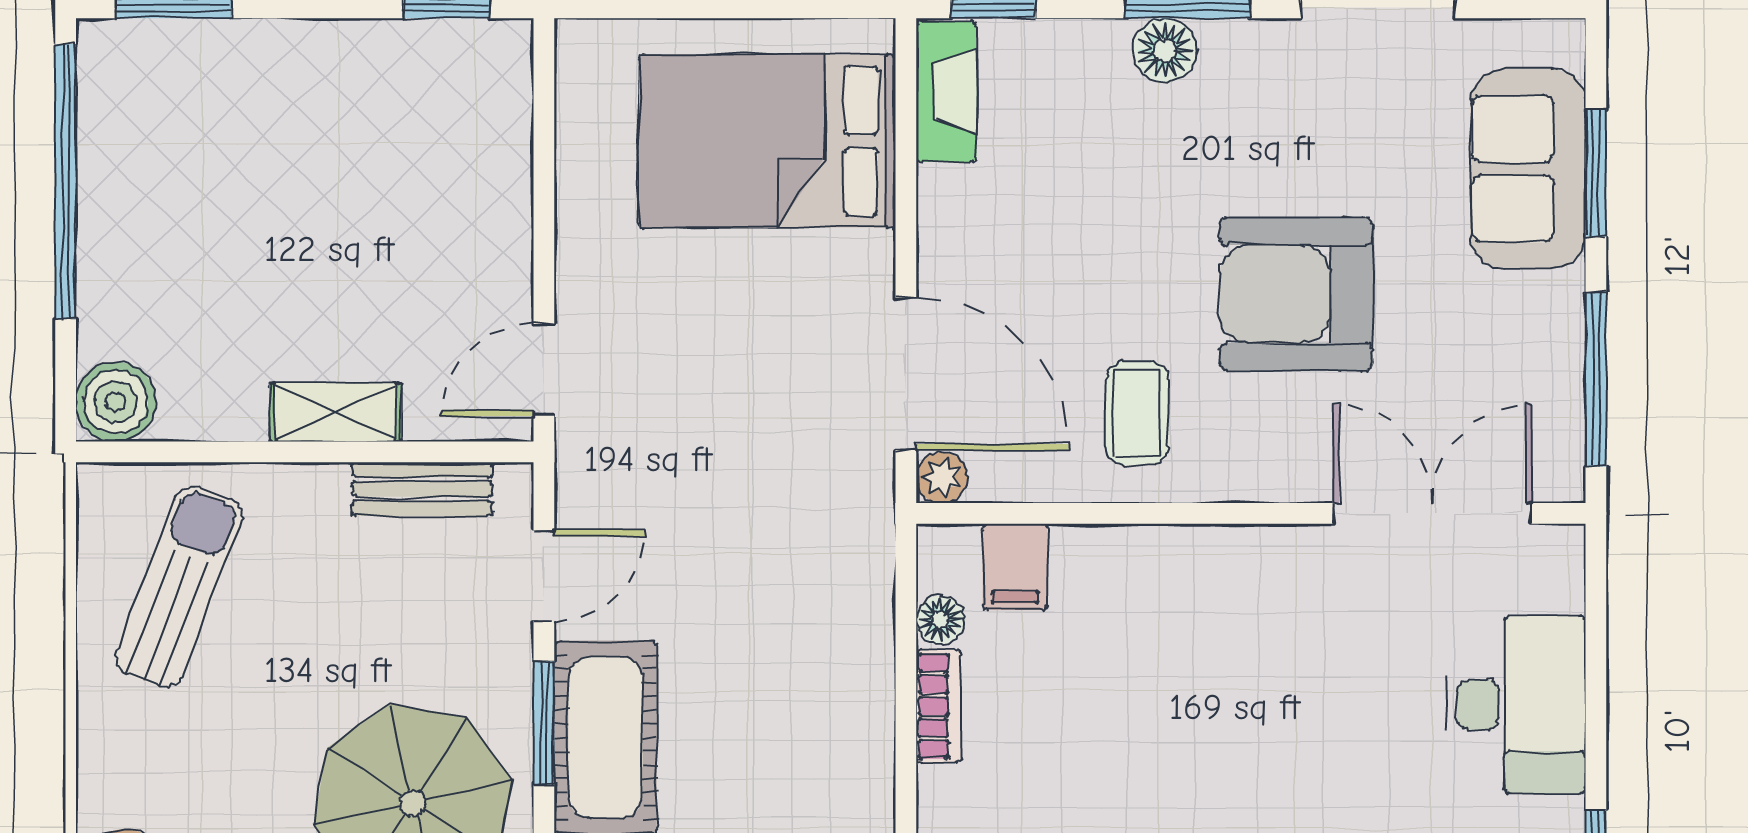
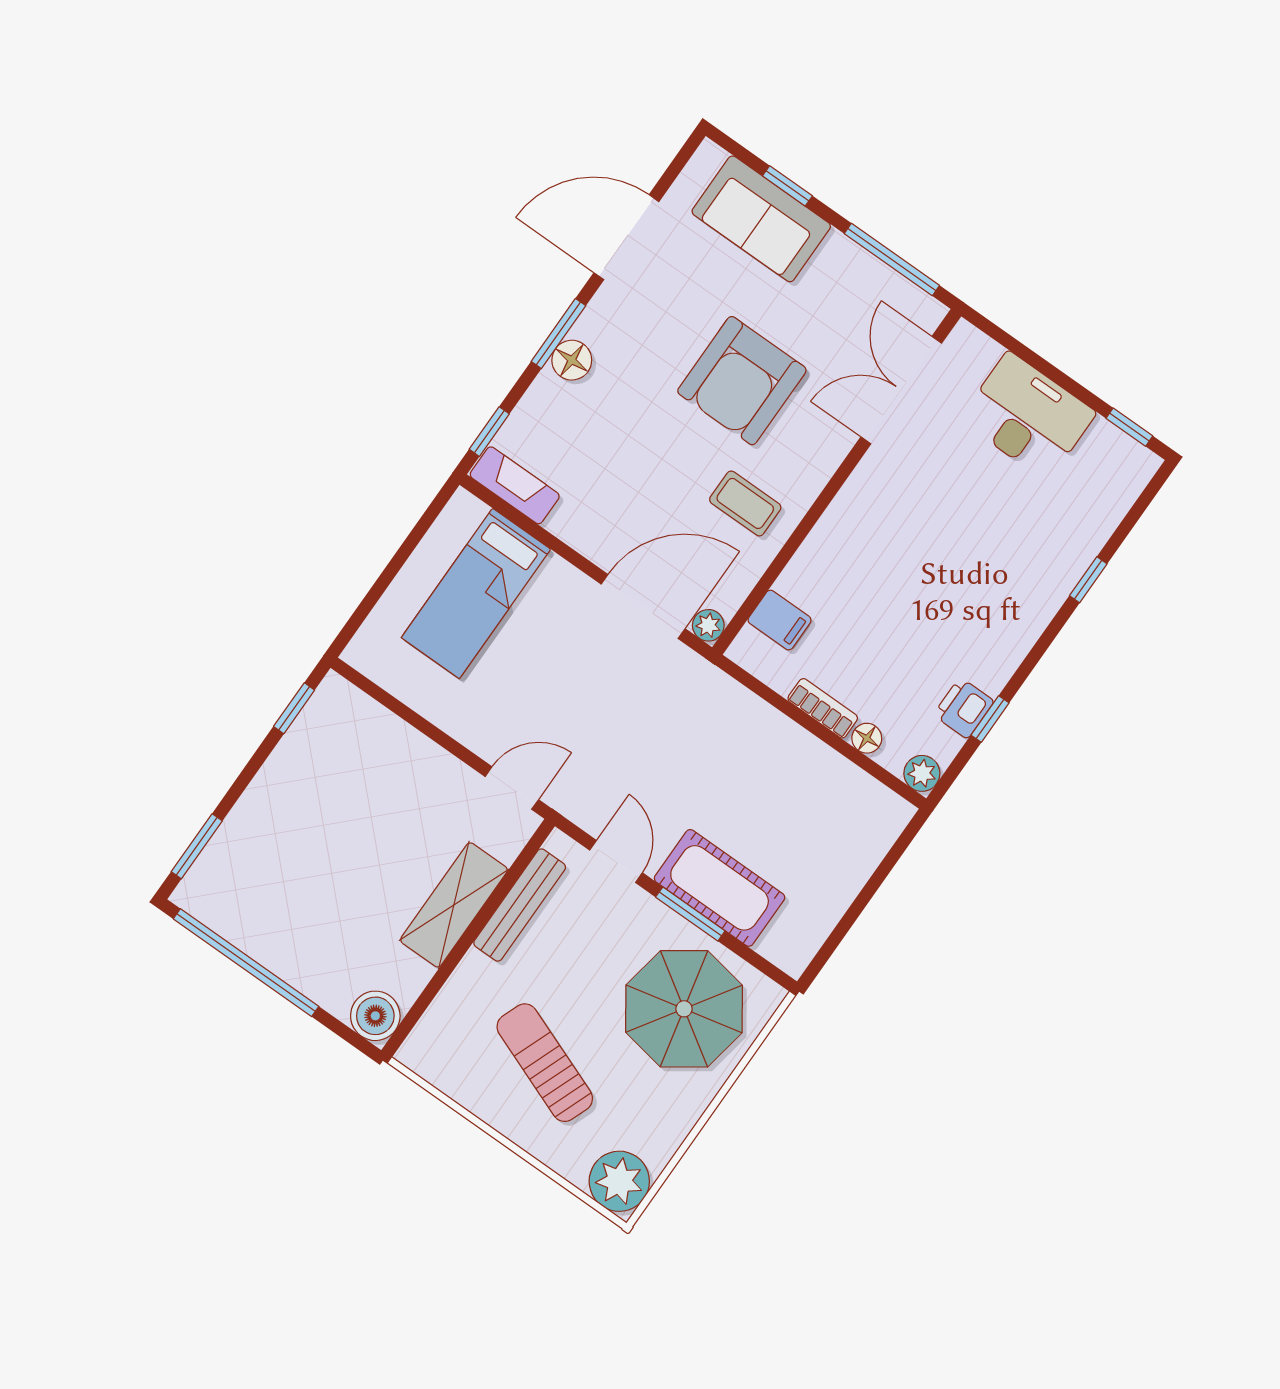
bed: (767, 141) -> (476, 593), width x0.67
window: (1596, 173) -> (787, 186), width x0.67
door: (544, 370) -> (512, 788), swing flipped
shelving: (335, 412) -> (454, 905), width x1.50, depth x1.33
bench: (422, 489) -> (520, 905), width x1.36
sun lounger: (179, 587) -> (545, 1063), moved
floor lamp: (940, 620) -> (867, 738), moved

